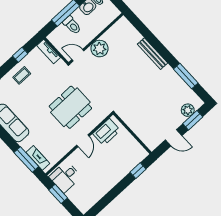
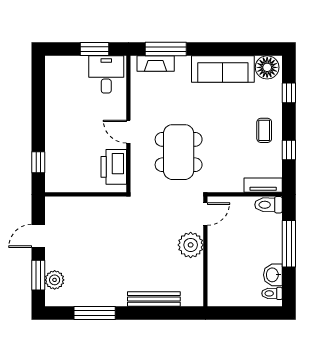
toilet: (72, 25) -> (268, 205), moved
wall: (96, 38) -> (205, 251), moved
plant: (100, 49) -> (191, 245), moved
door: (78, 55) -> (205, 214), moved

